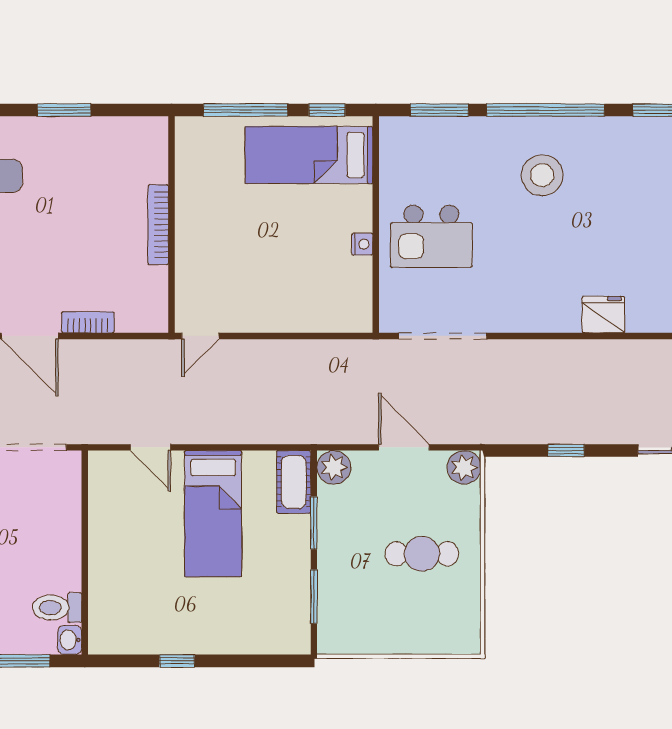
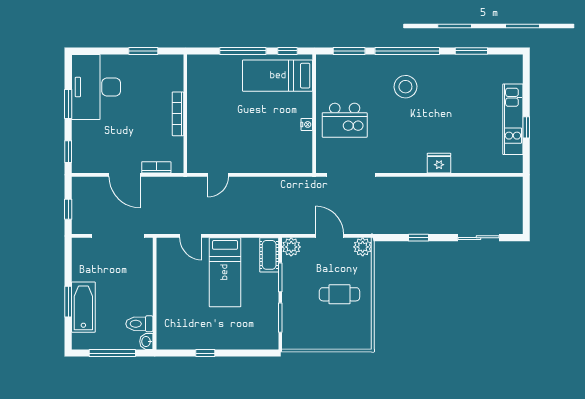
bookcase: (158, 225) -> (178, 114), moved
wall: (171, 225) -> (185, 114), moved

